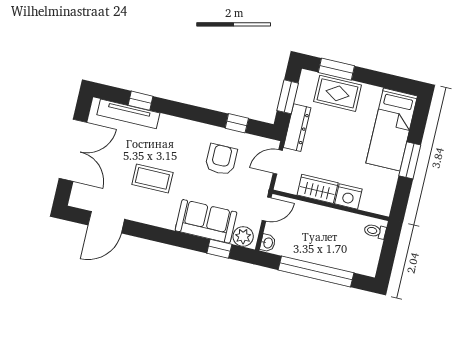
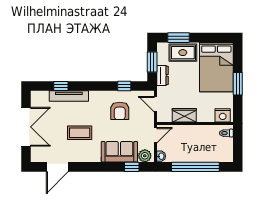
tv unit: (128, 114) -> (69, 96), moved
dresser: (297, 128) -> (163, 75), width x0.70
bed: (392, 129) -> (216, 67), width x1.50
armchair: (221, 159) -> (120, 111), turned 180
door: (278, 162) -> (155, 104), hinge flipped
nightstand: (348, 196) -> (223, 115), moved

